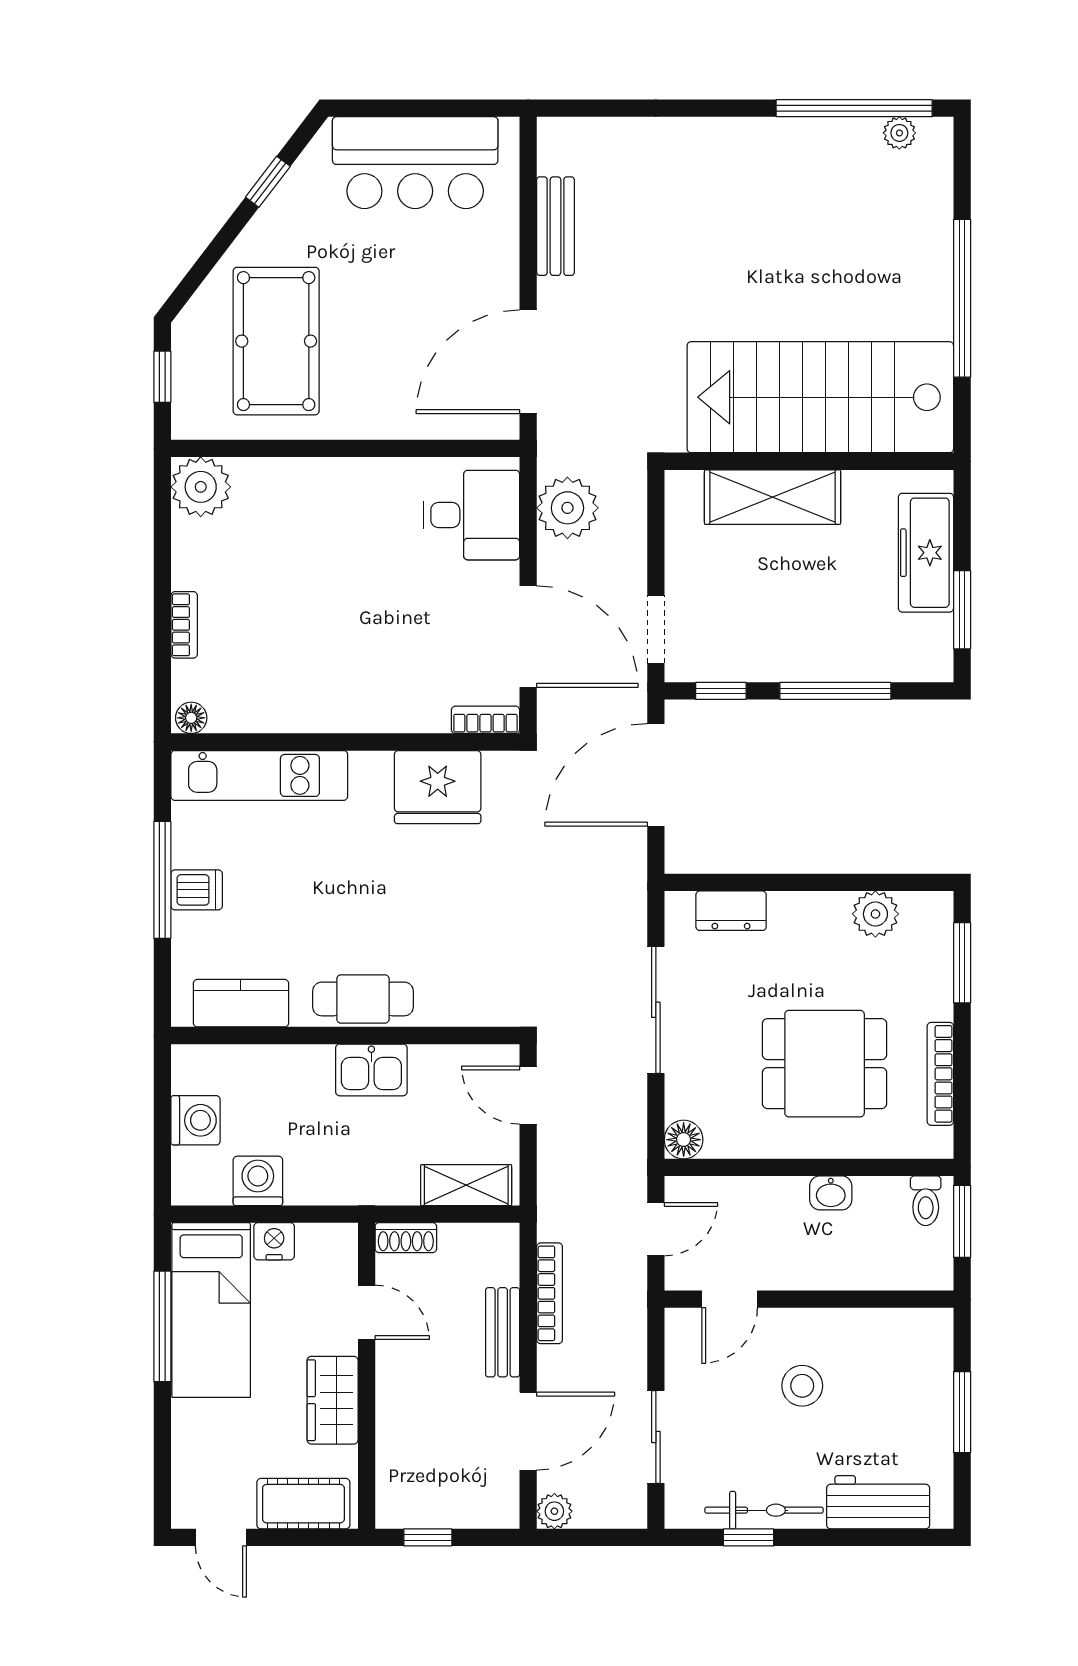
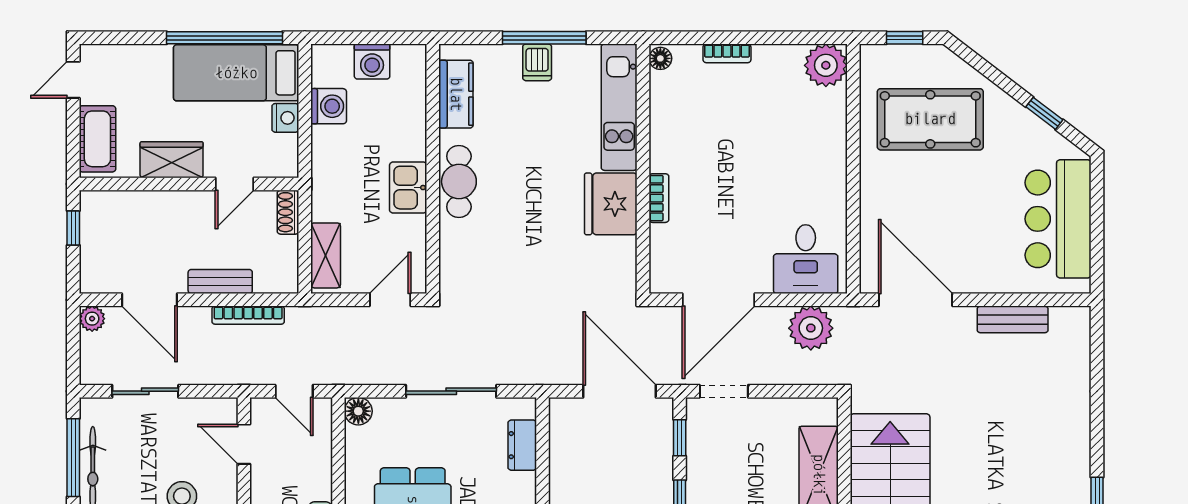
bookcase: (485, 720) -> (659, 198), moved
fridge: (438, 787) -> (611, 204), moved
window: (162, 1326) -> (224, 38), width x1.46
window: (748, 1537) -> (73, 458), width x2.17

